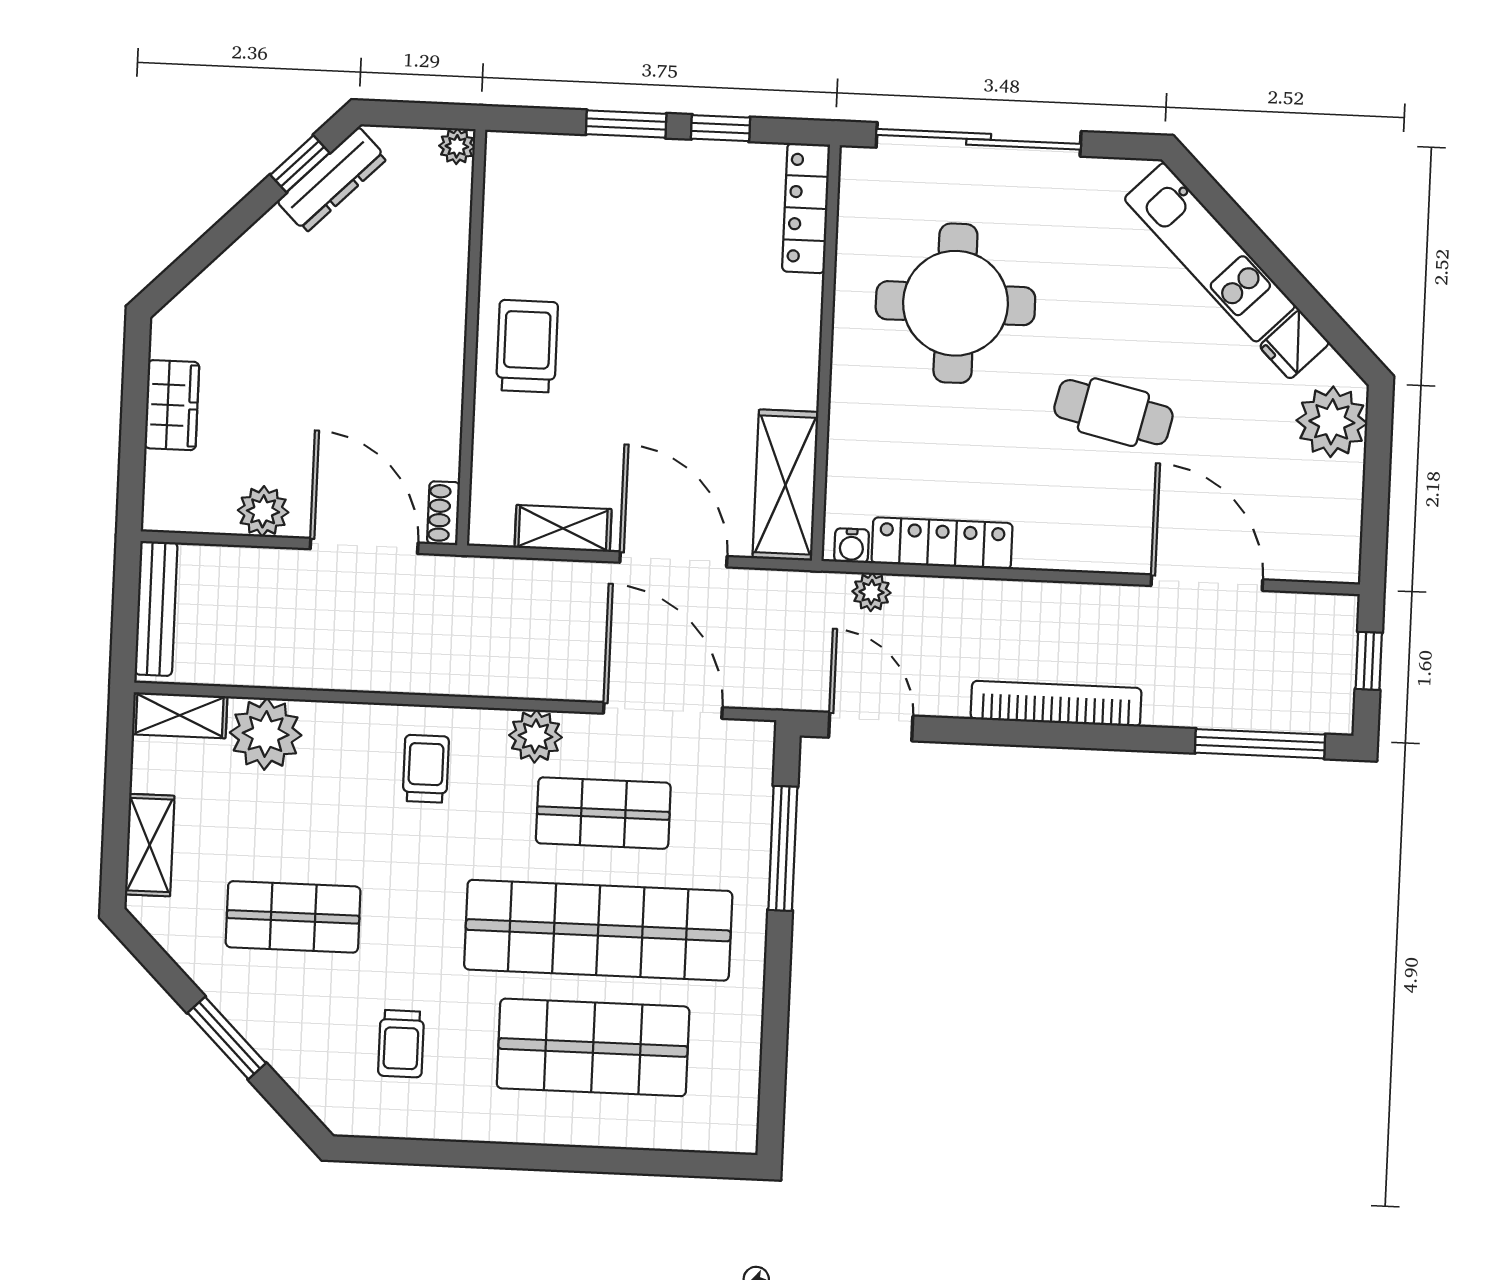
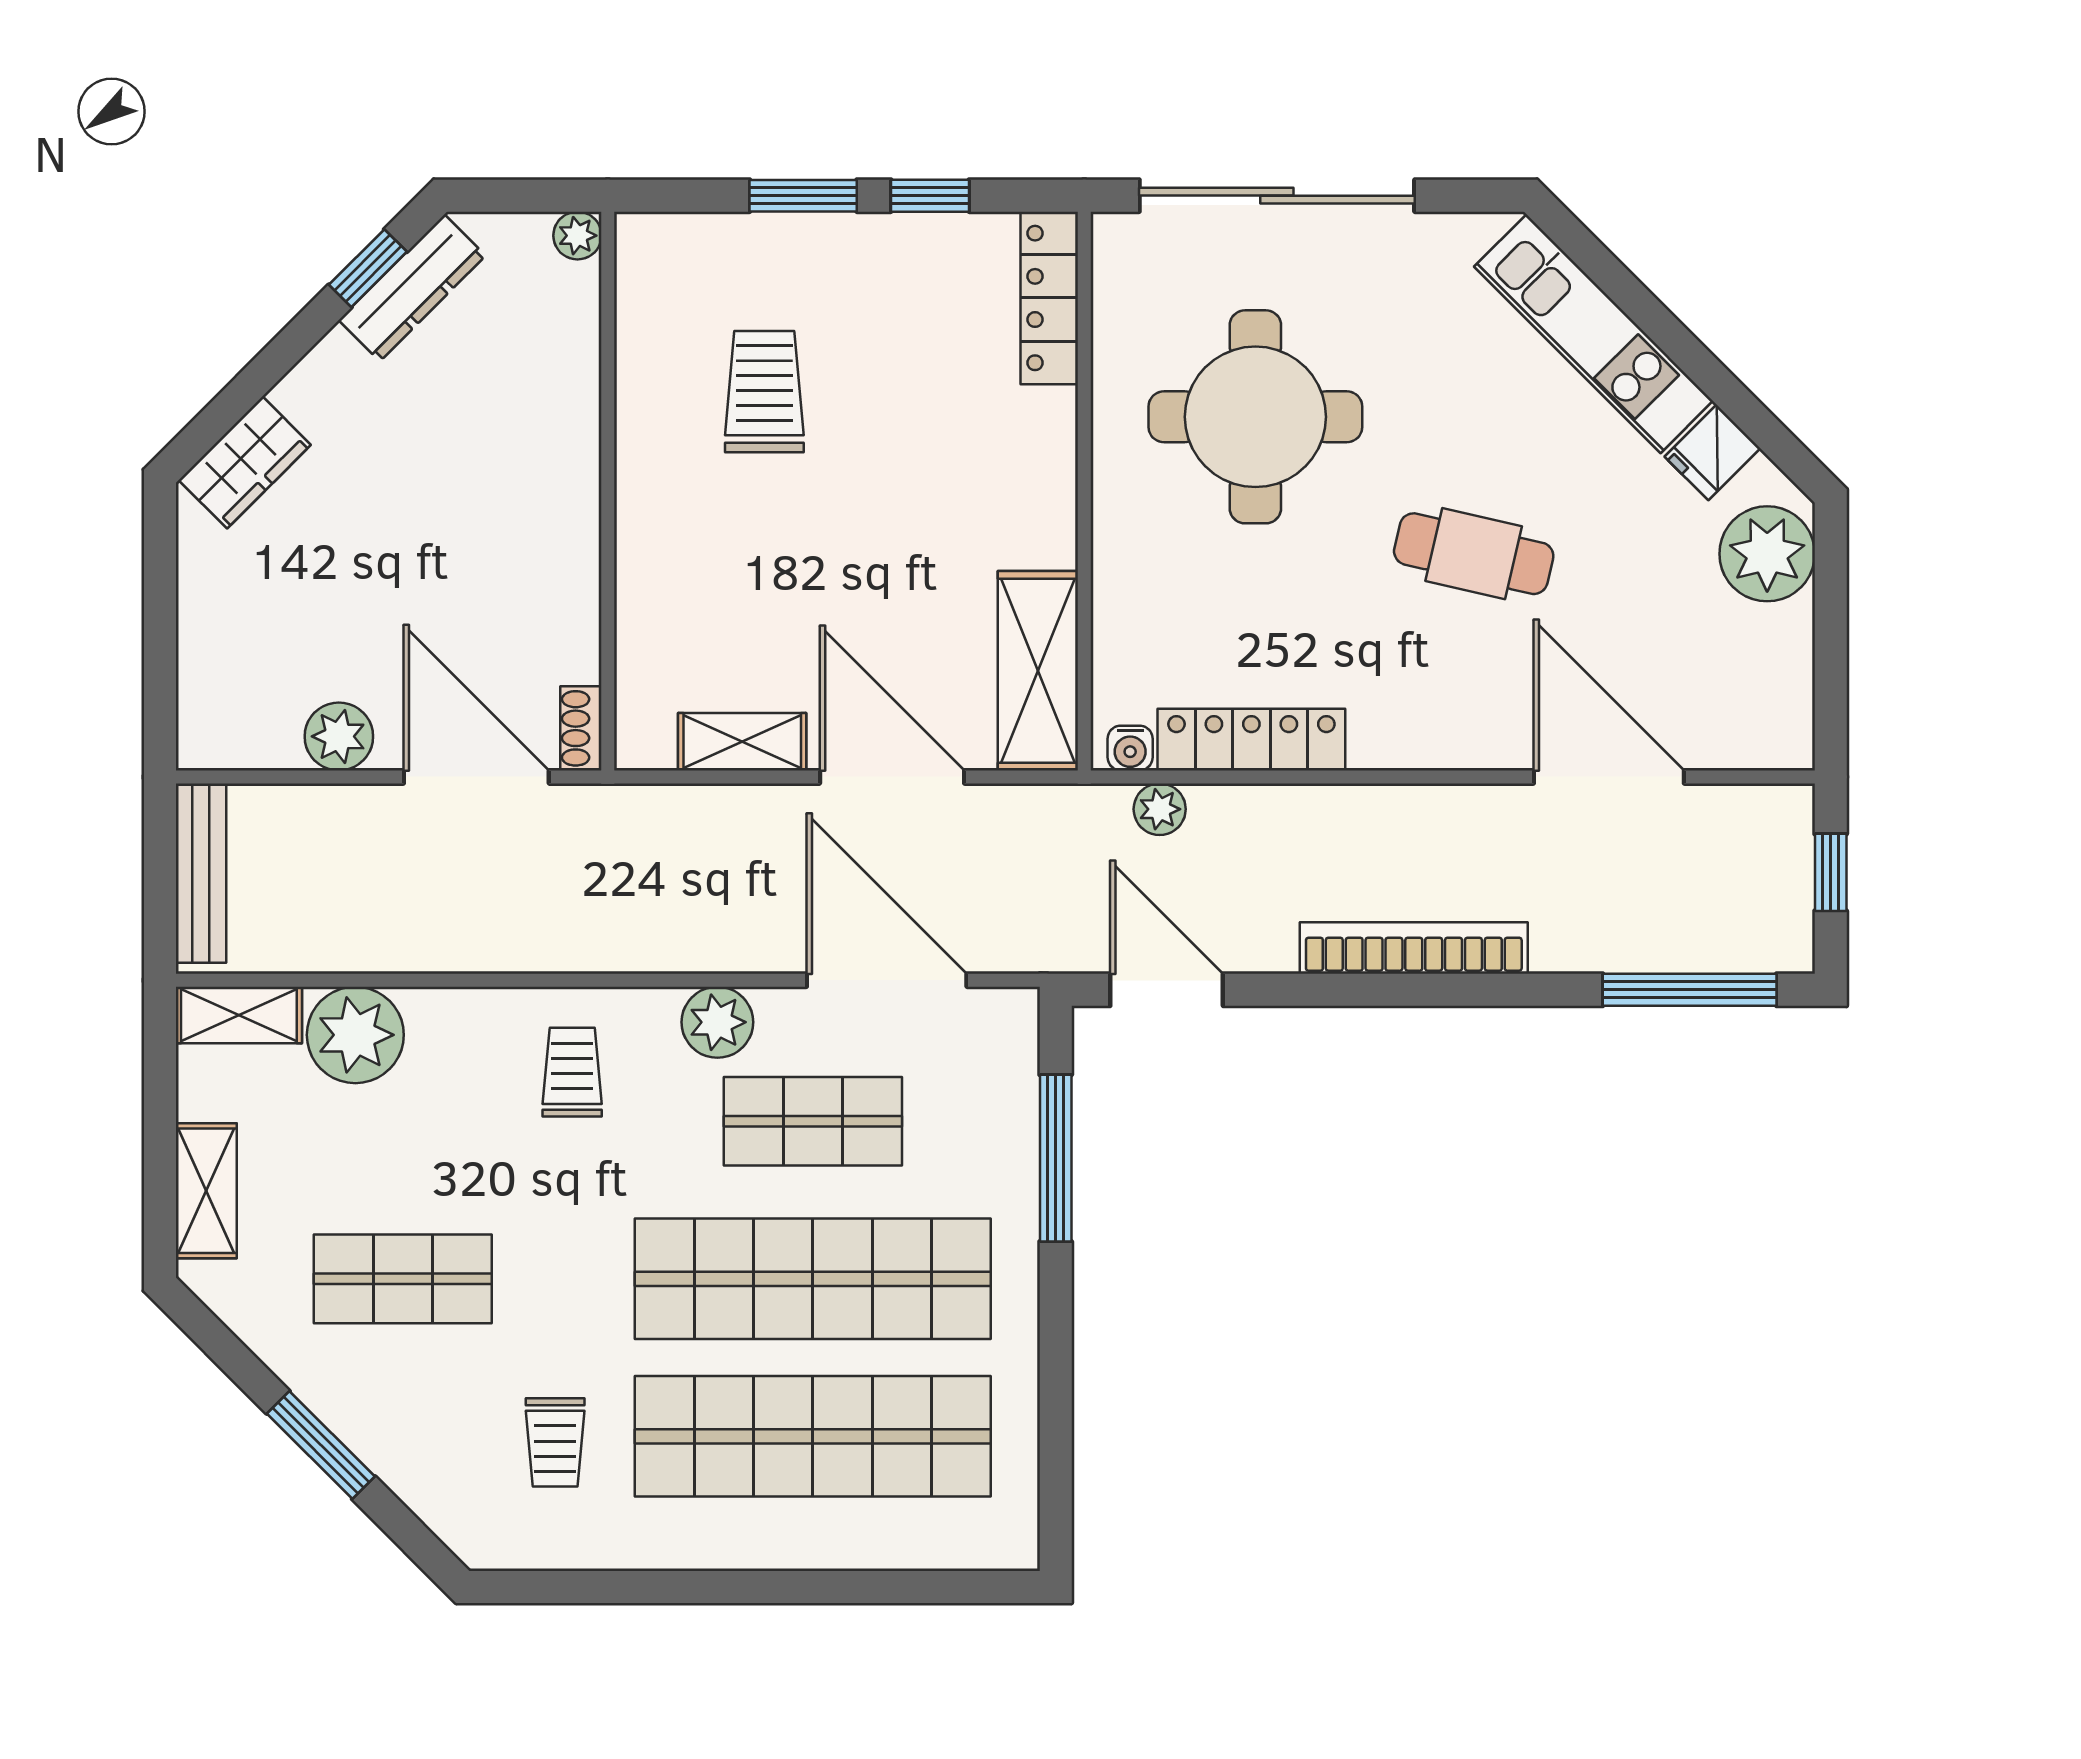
trolley: (527, 346) -> (764, 392), moved
wardrobe: (172, 405) -> (245, 462), moved, turned 45
shop shelf: (593, 1047) -> (813, 1436), width x1.40

